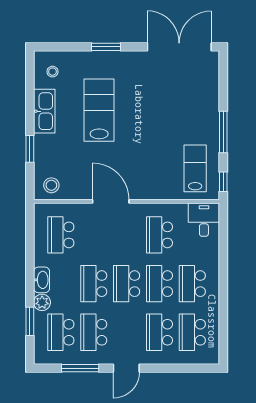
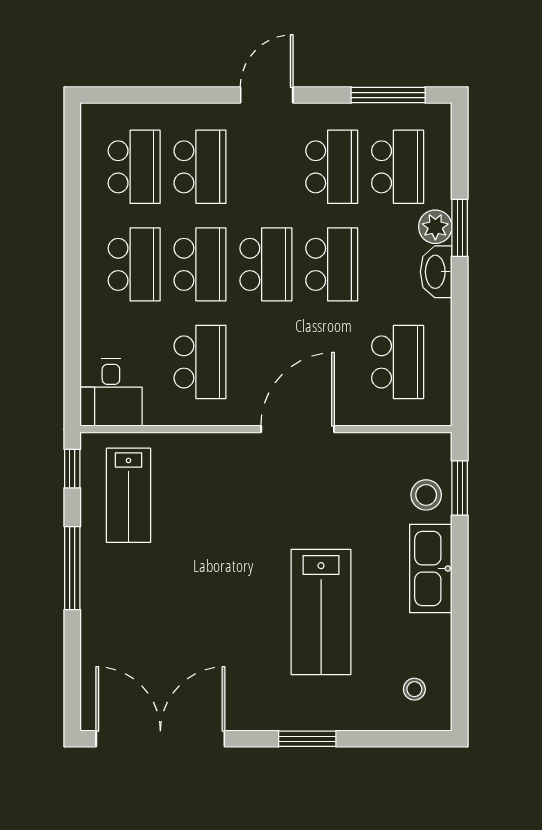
double door: (179, 47) -> (160, 739), swing flipped
kitchen sink: (44, 111) -> (431, 568), moved
window: (30, 149) -> (460, 488), moved
stool: (51, 185) -> (426, 495), moved
door: (111, 201) -> (298, 429), swing flipped
window: (30, 321) -> (460, 228), moved
window: (80, 368) -> (388, 95), moved

